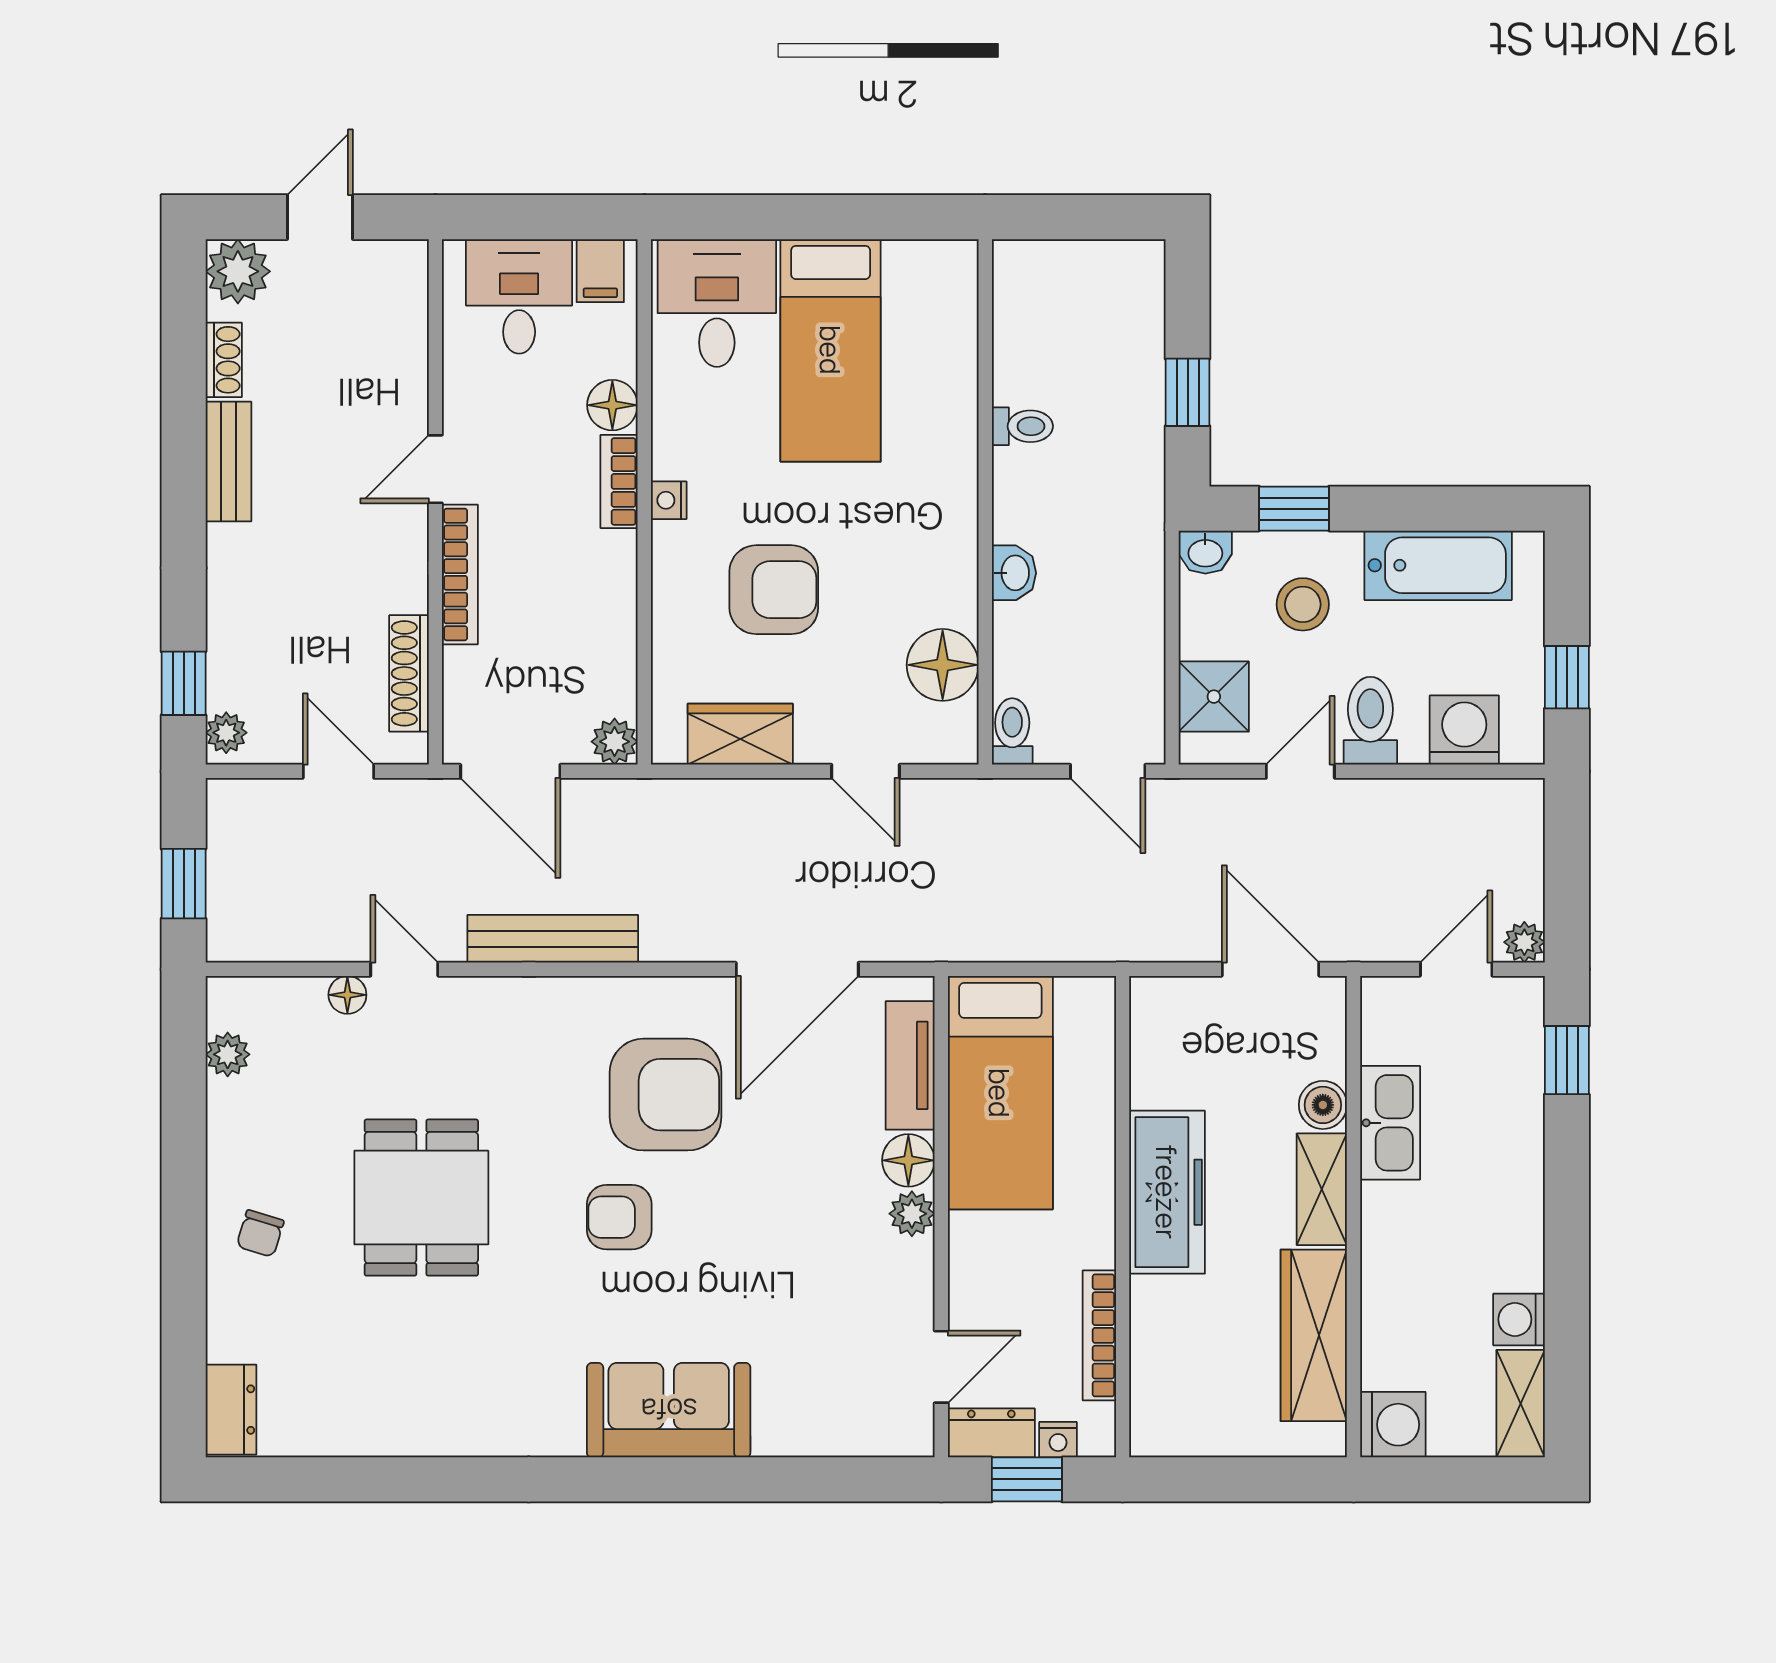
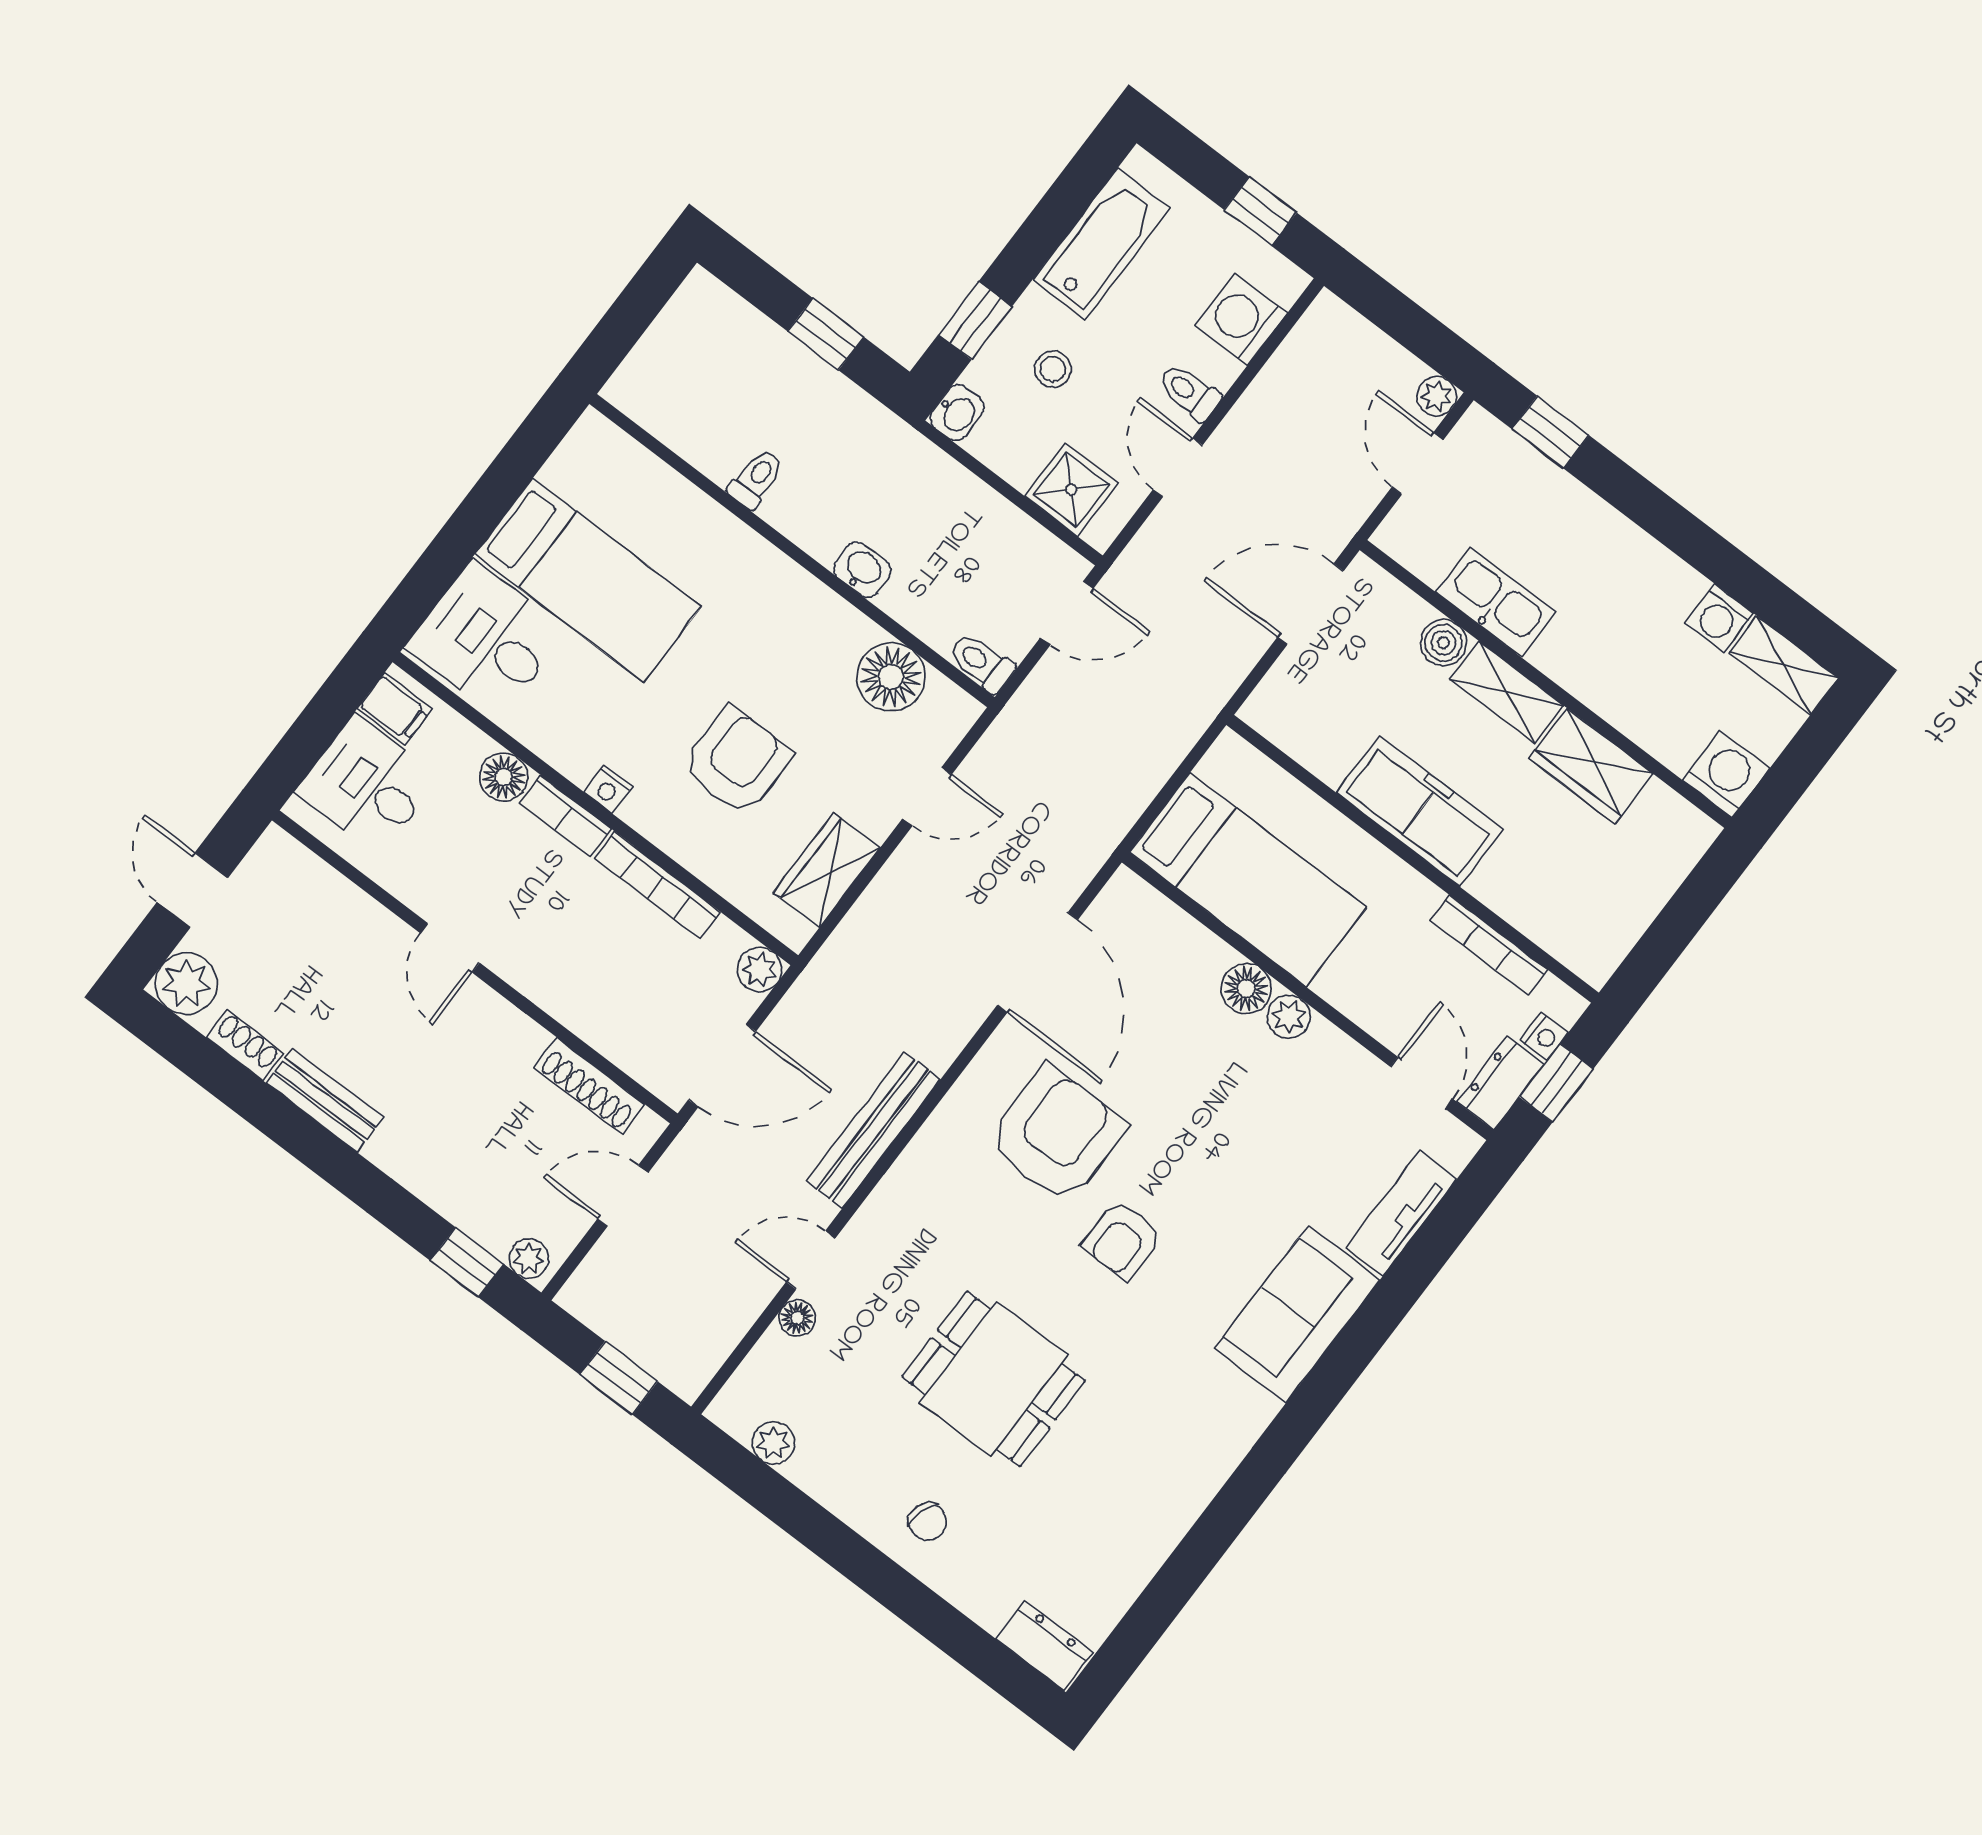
bookcase: (460, 574) -> (657, 885), moved, turned 180
stool: (1303, 604) -> (1053, 369), width x0.73, depth x0.73
toilet: (1370, 721) -> (1189, 392), width x0.73, depth x0.72
tv unit: (910, 1065) -> (1401, 1213), moved, turned 90
wardrobe: (1314, 1335) -> (1591, 766), width x0.67

